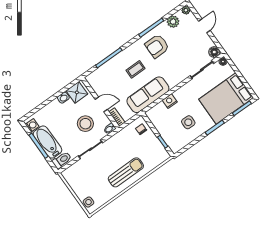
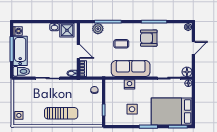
plant: (173, 22) -> (98, 29), moved
sofa: (148, 95) -> (131, 69), moved
stool: (85, 124) -> (57, 57), removed

